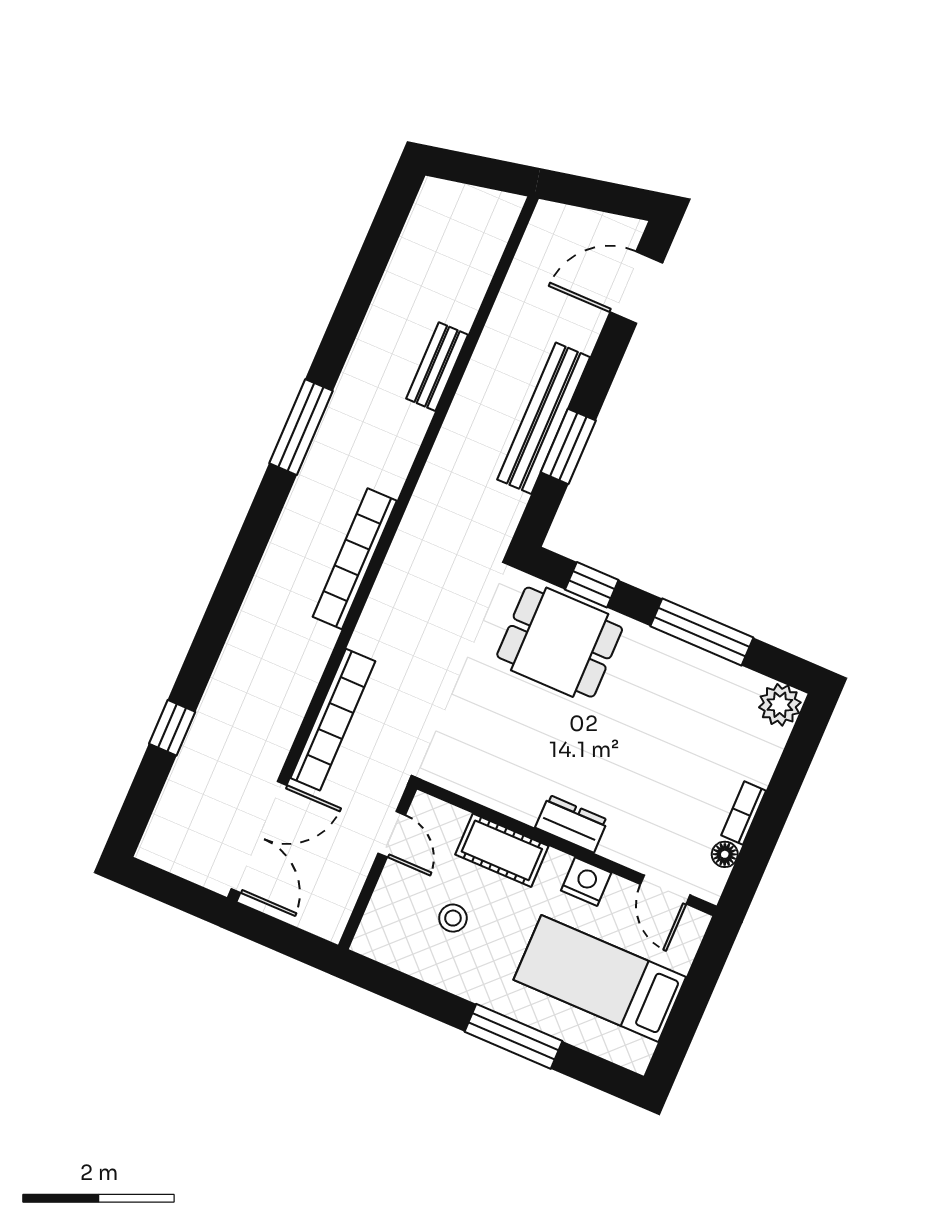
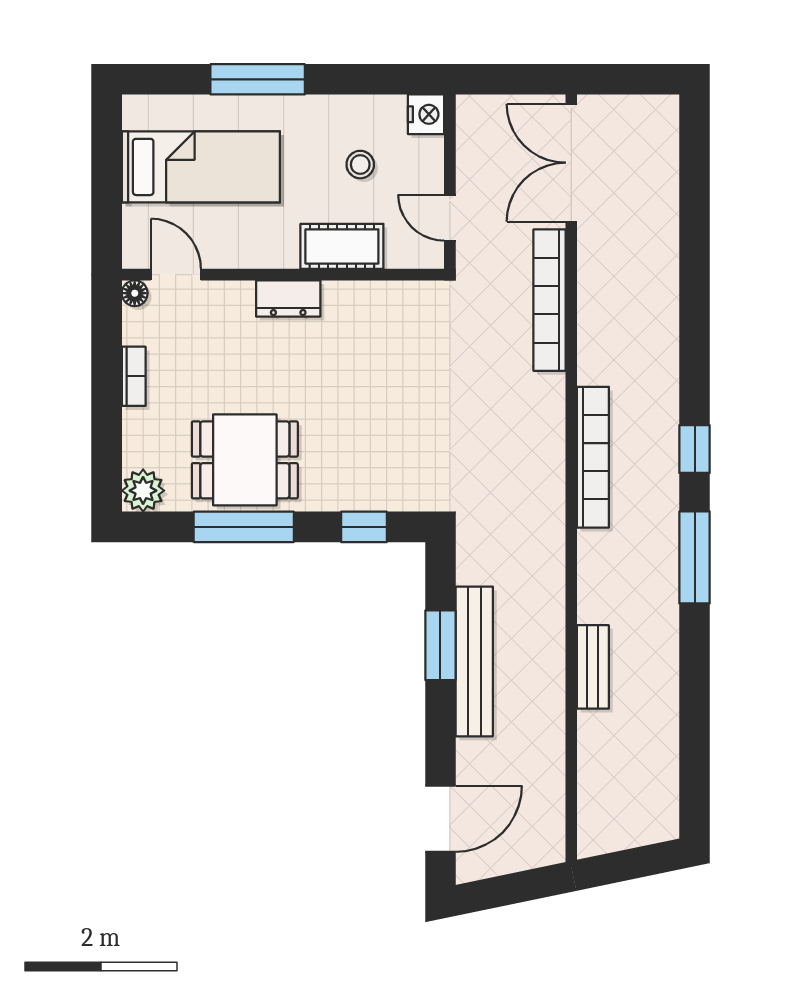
dining table: (560, 642) -> (245, 460), moved
window: (172, 728) -> (695, 449), moved
floor lamp: (725, 854) -> (135, 293), moved
nightstand: (586, 882) -> (426, 114), moved, turned -90

